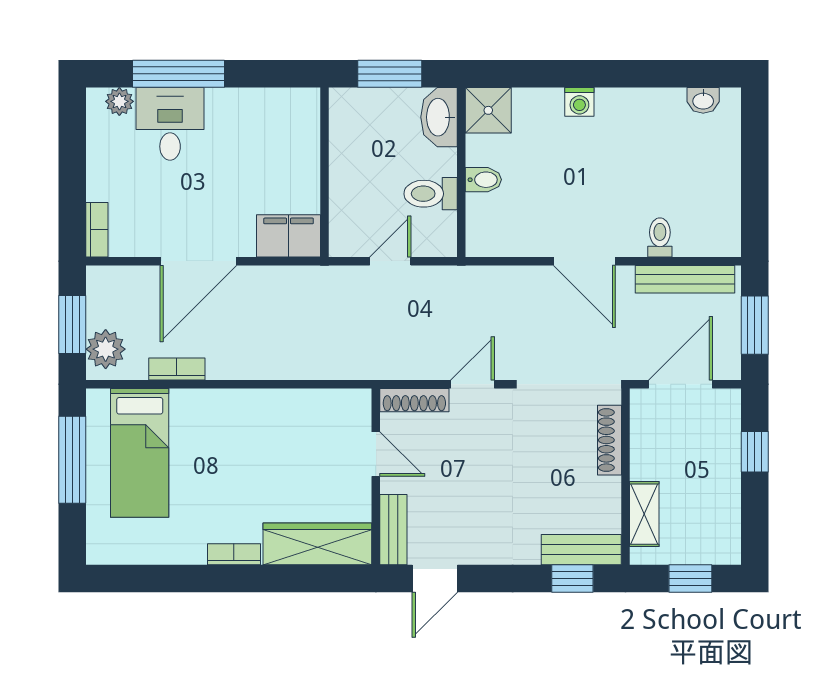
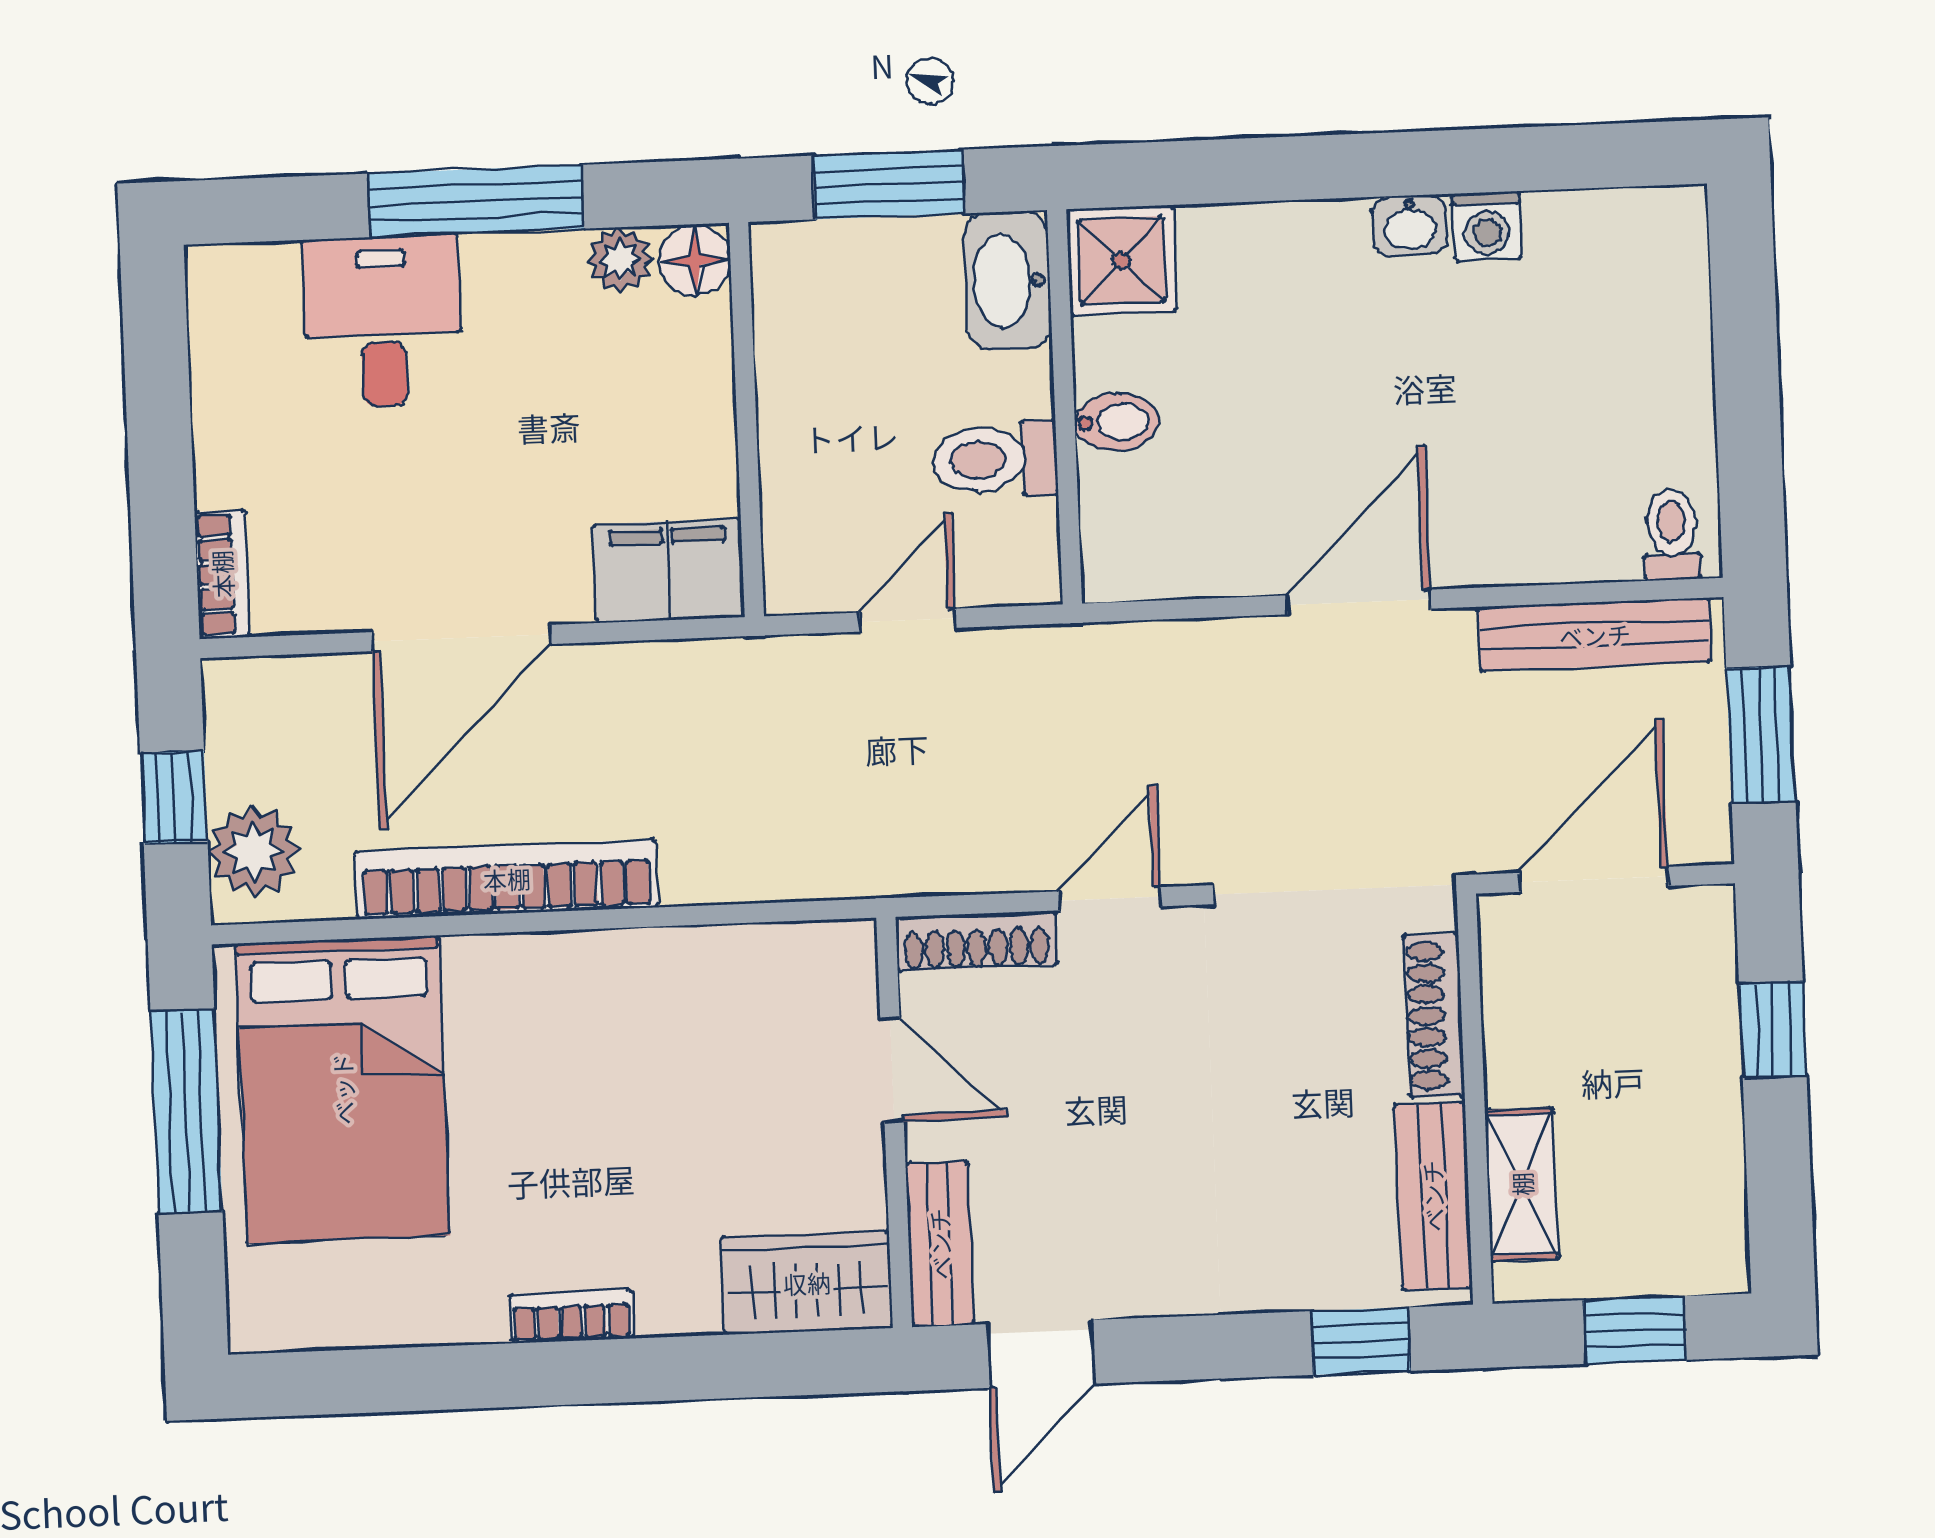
window: (179, 74) -> (476, 201), moved
washbasin: (703, 100) -> (1410, 225), moved
plant: (119, 101) -> (620, 260), moved
washing machine: (579, 102) -> (1487, 226), moved
floor lamp: (305, 103) -> (695, 260), added
toilet: (660, 237) -> (1672, 534), moved
door: (584, 261) -> (1359, 602), swing flipped
window: (72, 324) -> (174, 797), width x0.67
bookcase: (177, 369) -> (507, 879), width x2.31, depth x1.31
bed: (140, 453) -> (343, 1089), width x1.50
wardrobe: (317, 544) -> (807, 1283), width x0.67
bench: (581, 550) -> (1433, 1196), moved, turned 90

